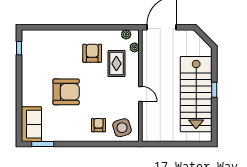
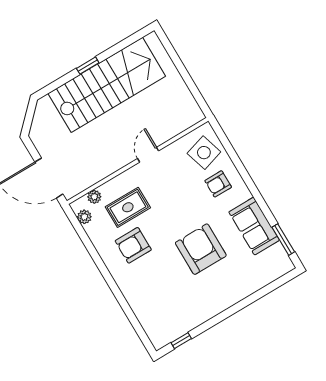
sofa: (31, 124) -> (254, 226), moved, turned -90

